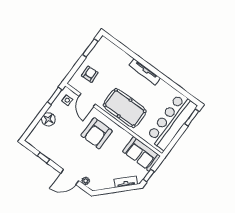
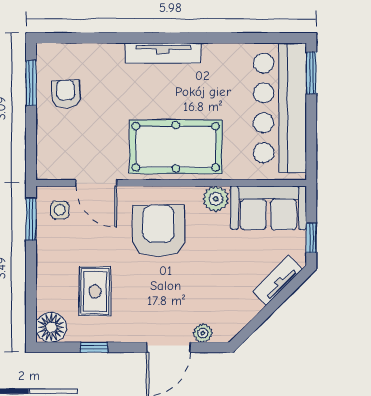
armchair: (90, 74) -> (66, 94), moved
floor lamp: (48, 119) -> (51, 327), moved
armchair: (97, 133) -> (158, 231), turned 180
plant: (125, 137) -> (216, 199), added
rug: (58, 138) -> (95, 291), added

